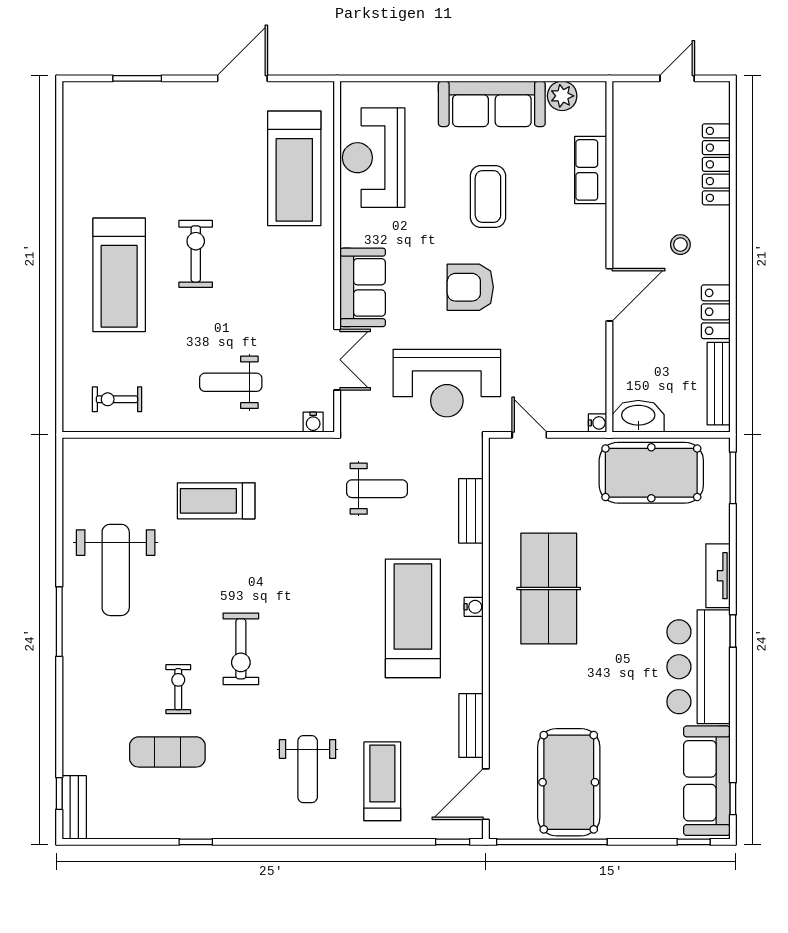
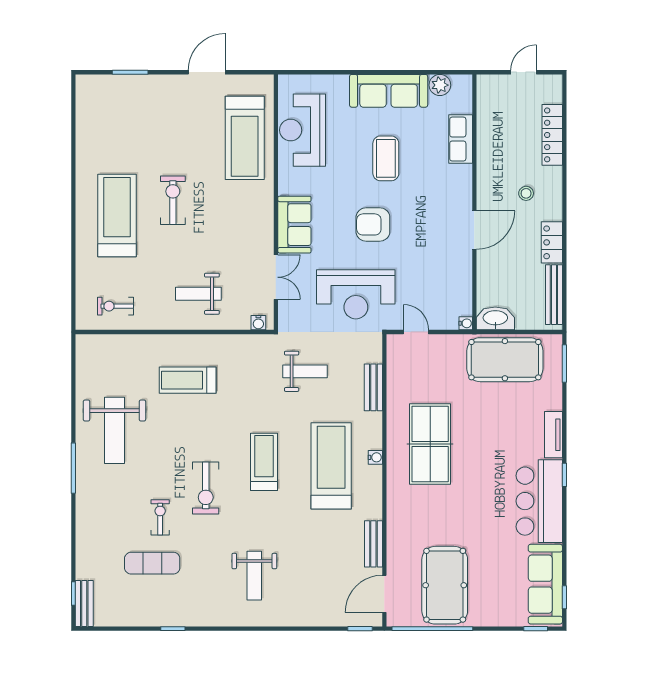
treadmill: (119, 275) -> (117, 215), turned 180
treadmill: (382, 781) -> (264, 462), moved

